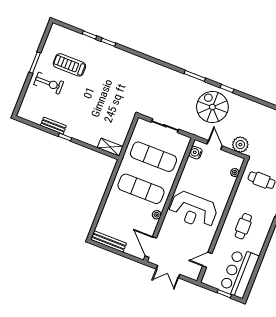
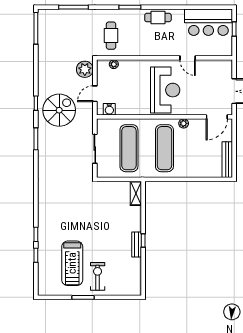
treadmill: (69, 65) -> (72, 263), width x1.37, depth x1.38
spiral stairs: (212, 107) -> (59, 110), turned 180
bench: (53, 126) -> (137, 245), moved
cafe table: (243, 226) -> (158, 18), moved
door: (207, 260) -> (188, 58), moved

